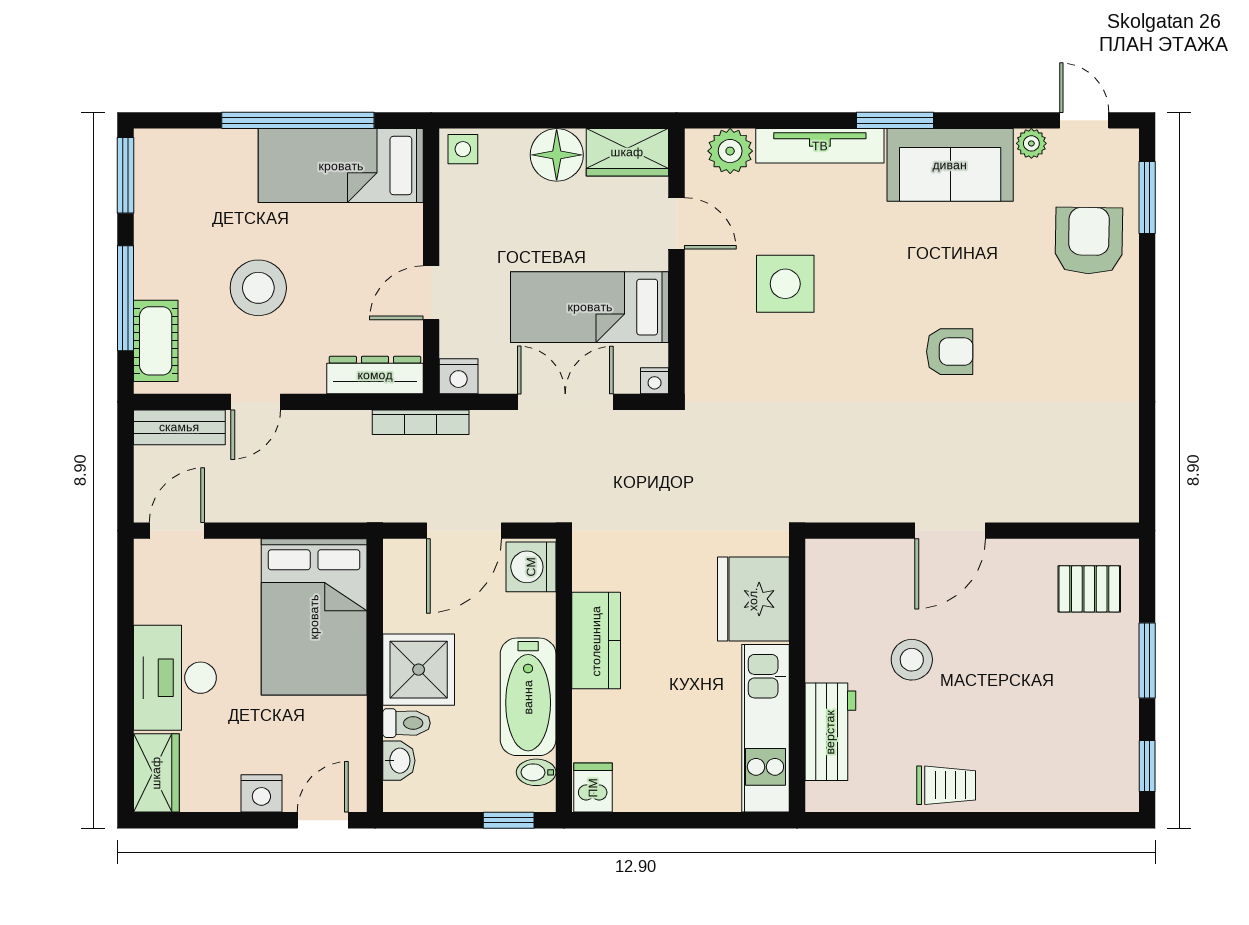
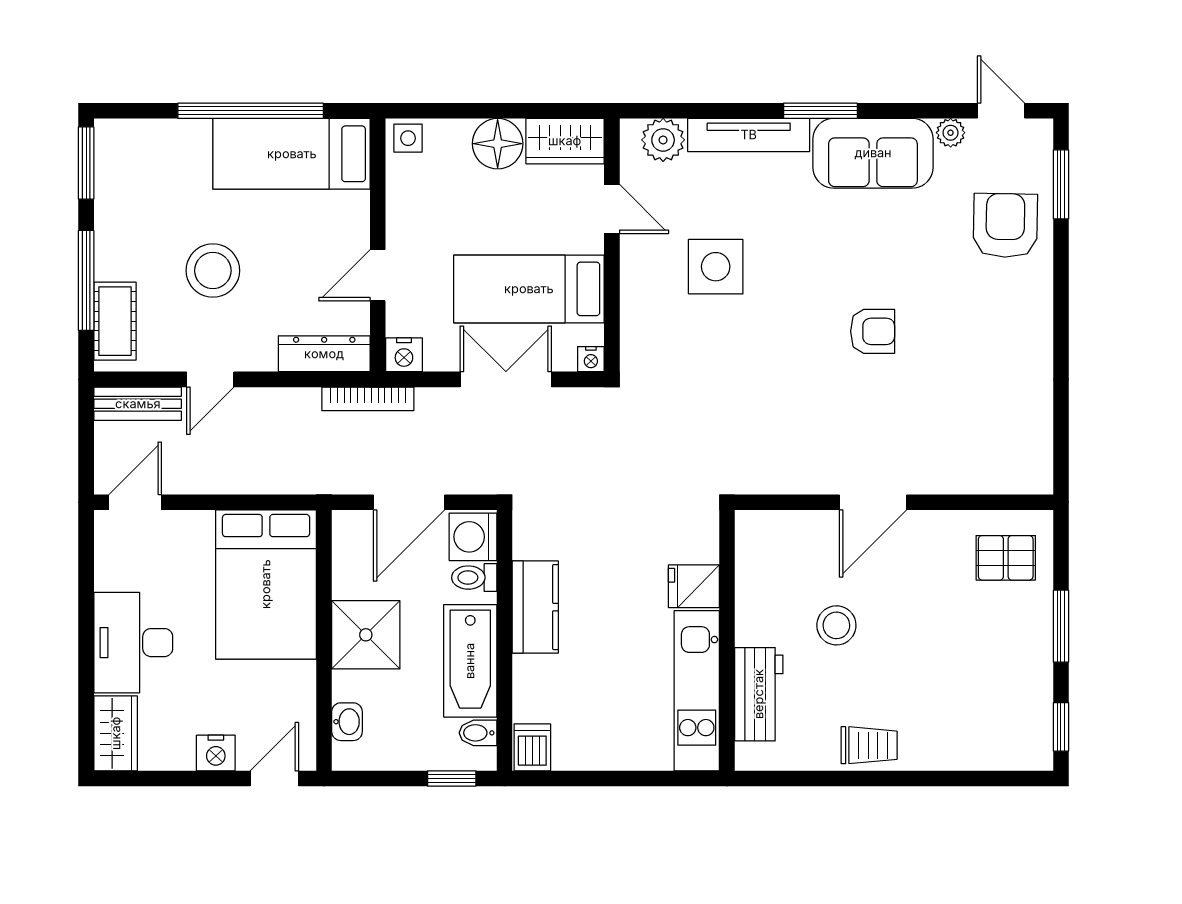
fridge: (753, 599) -> (694, 586), width x0.53, depth x0.75
toilet: (407, 723) -> (474, 578), moved, turned 180

